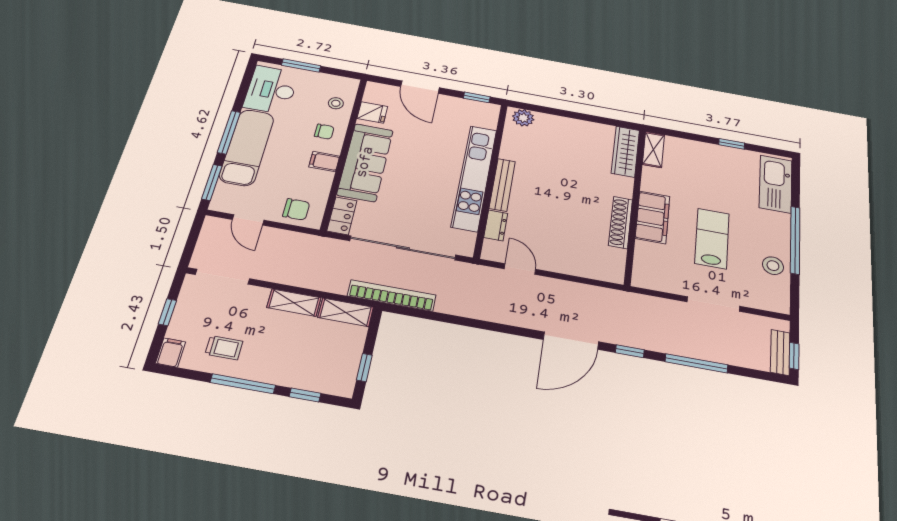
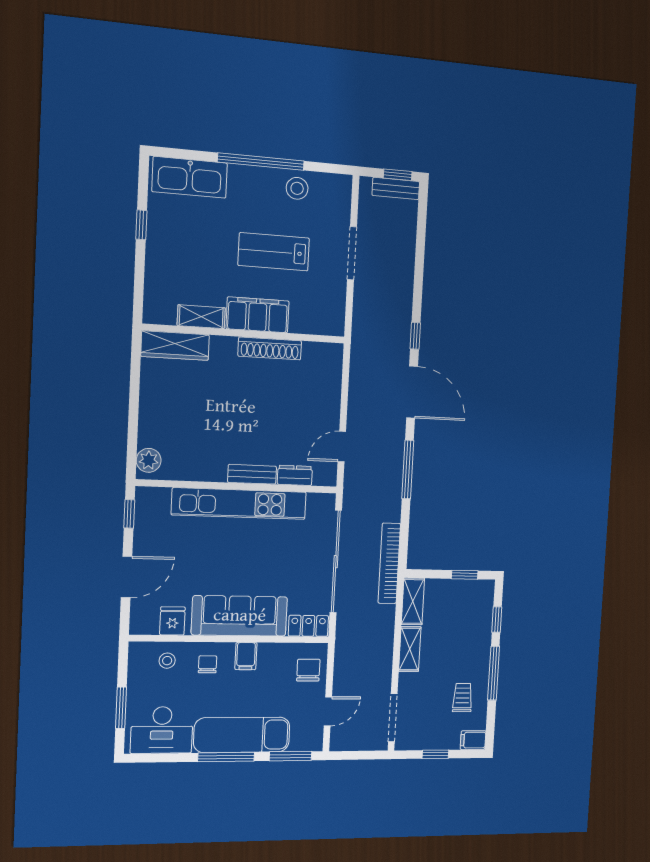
shelving: (653, 150) -> (201, 317), moved
bench: (502, 185) -> (252, 474), width x0.73
window: (696, 363) -> (408, 469), moved

